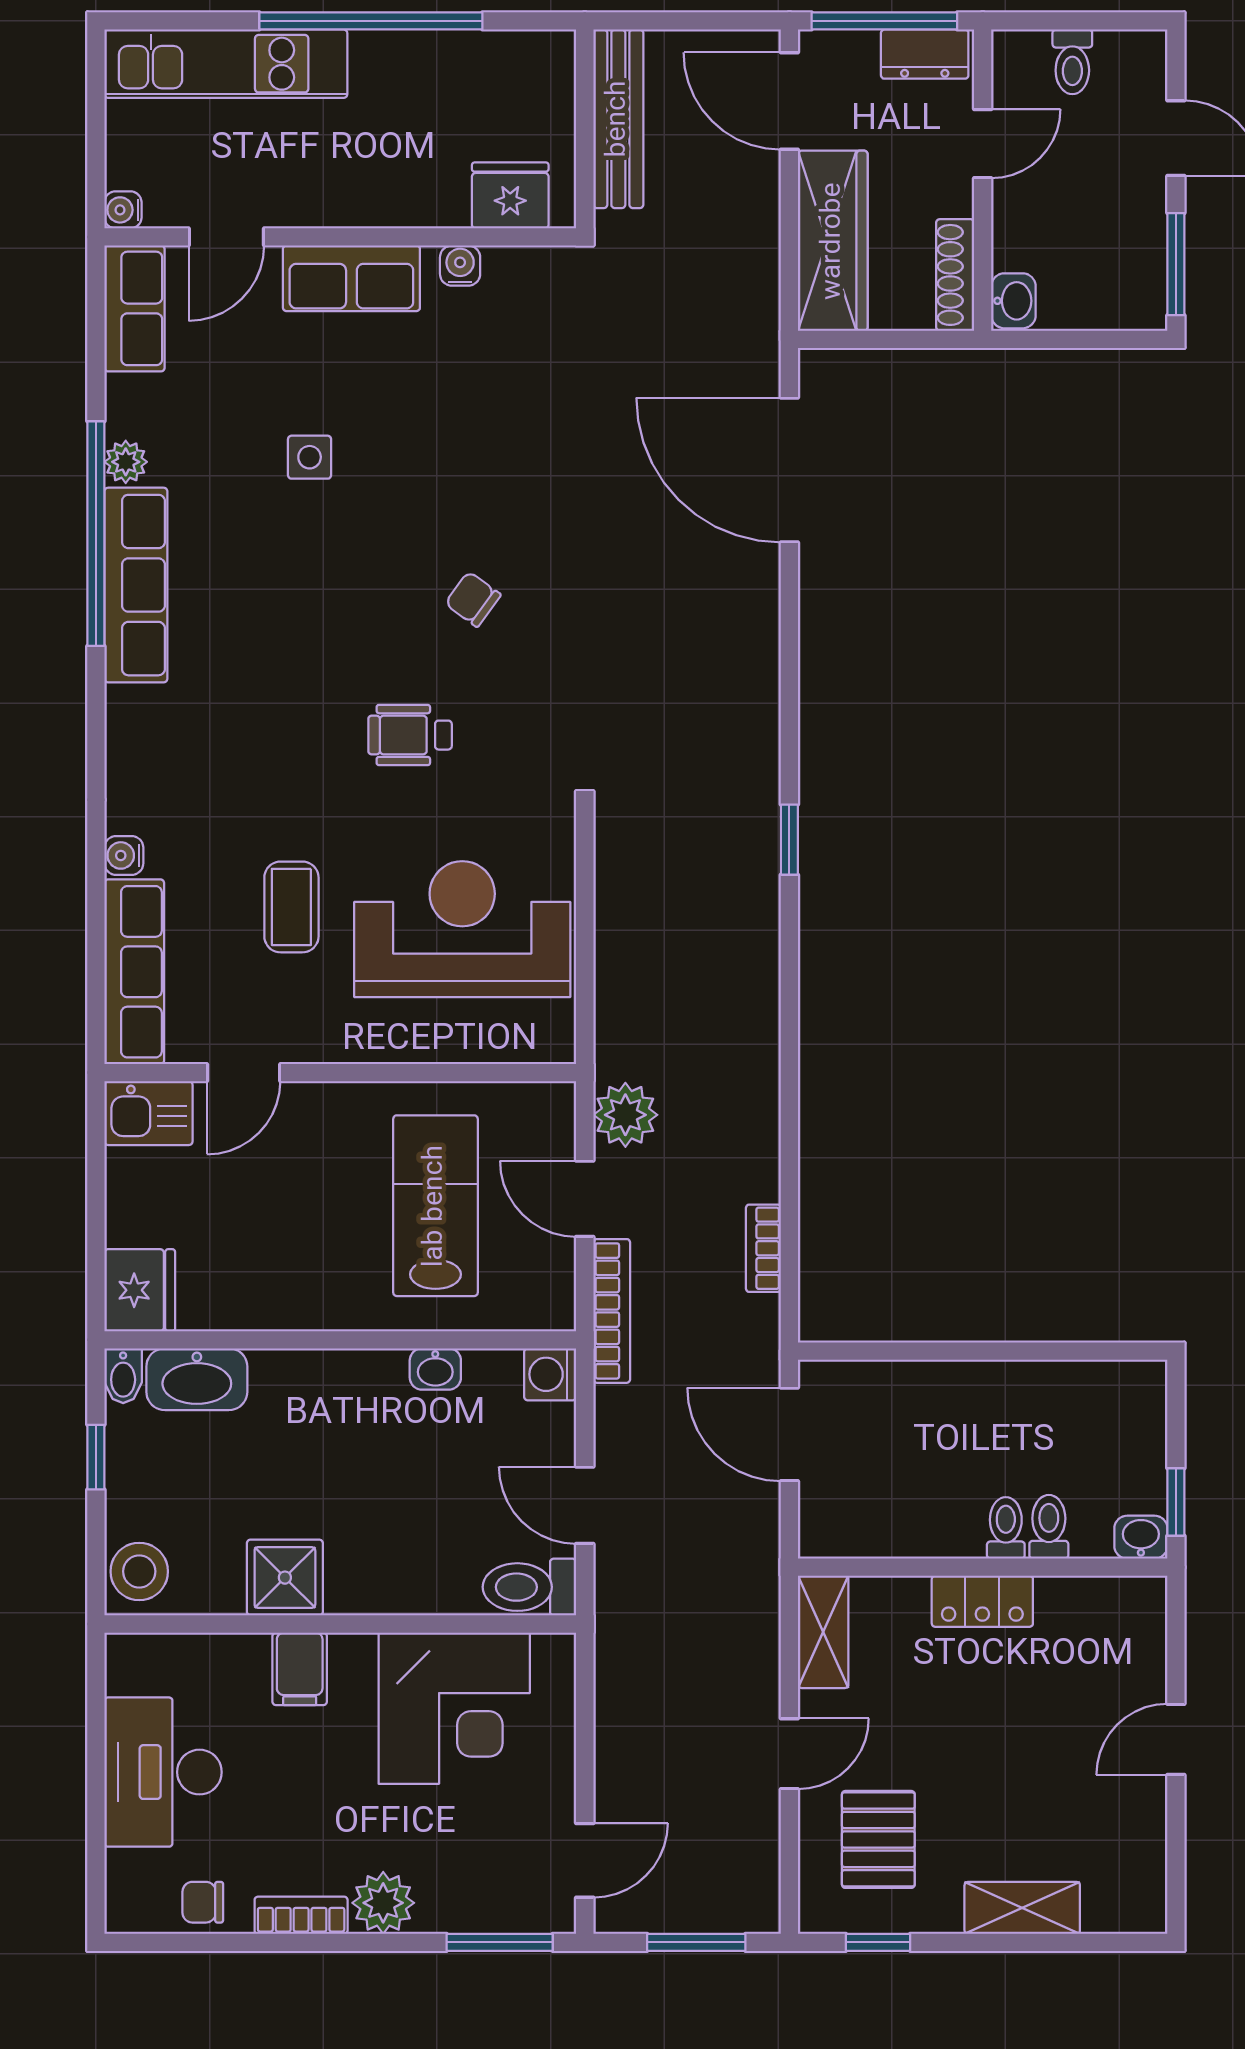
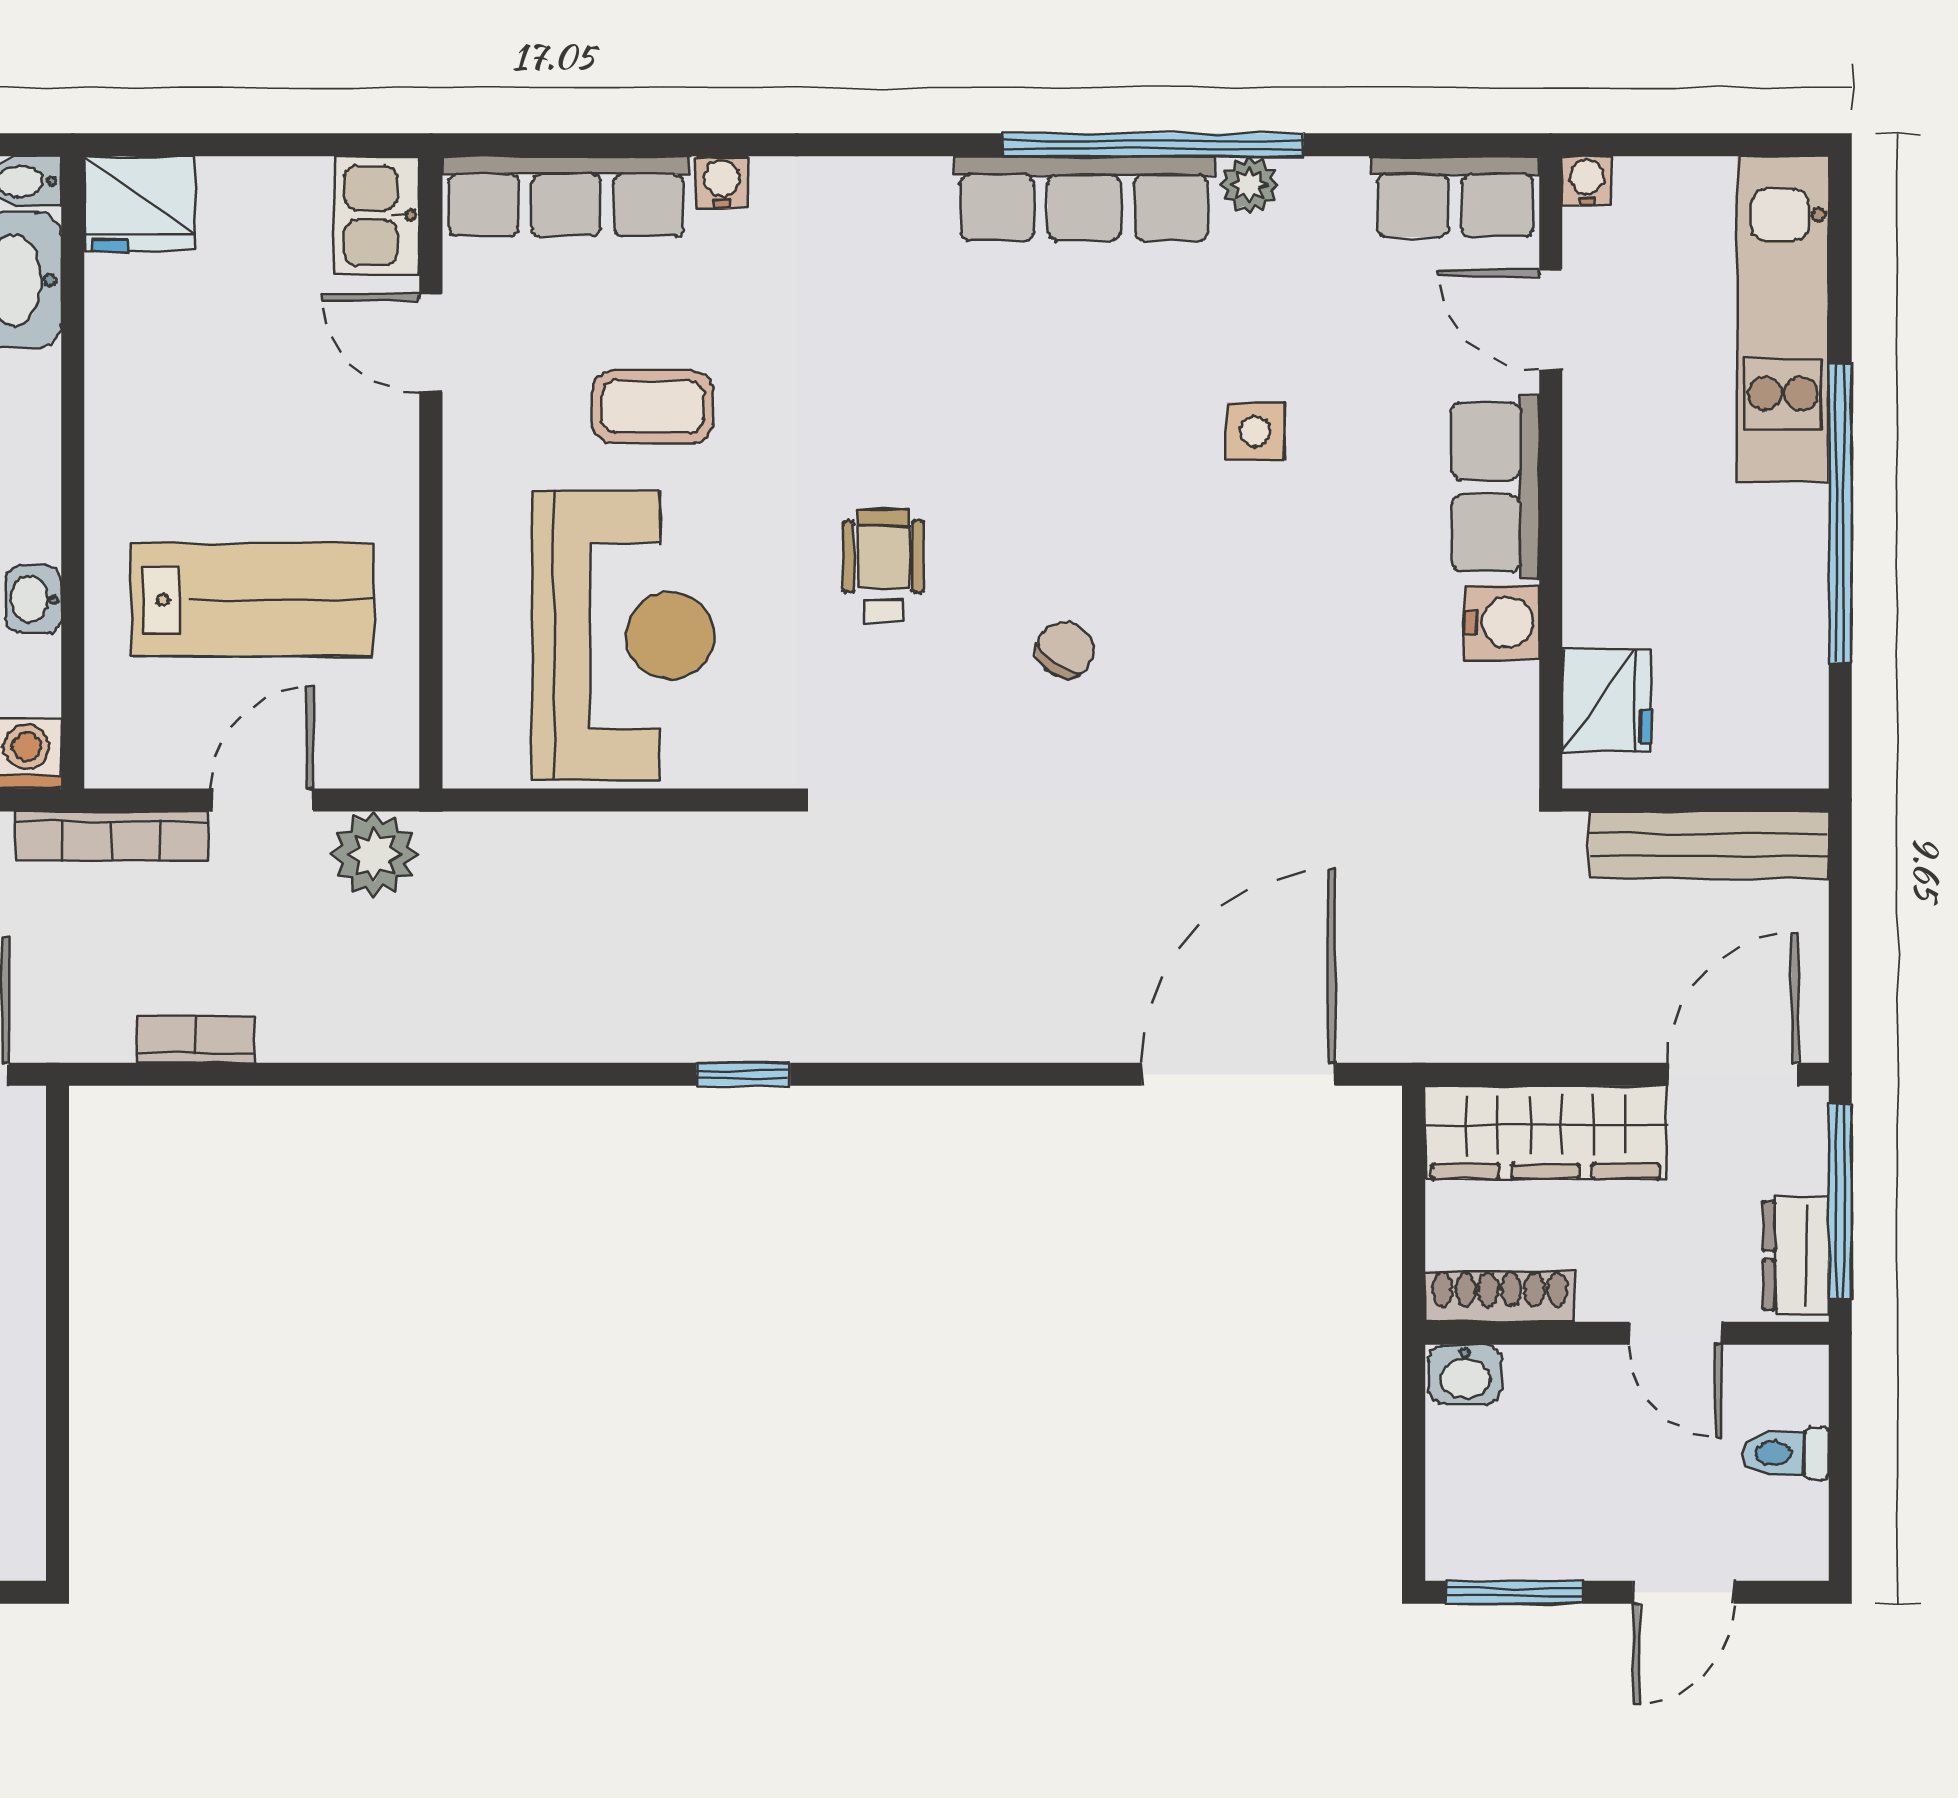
water cooler: (460, 266) -> (1502, 622), width x1.38, depth x1.38

